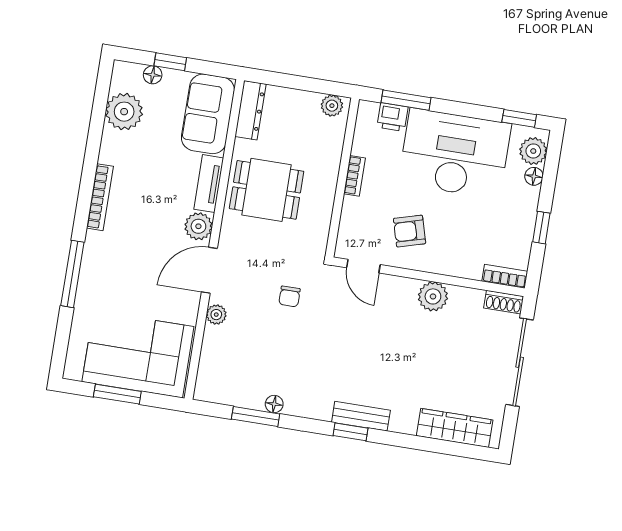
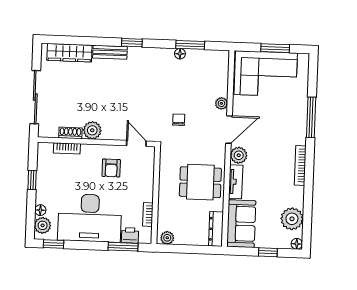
floor lamp: (153, 75) -> (297, 244), moved
bookcase: (354, 176) -> (148, 214), moved
armchair: (410, 231) -> (111, 168), turned 106
bookcase: (505, 276) -> (67, 148), moved
shoe rack: (504, 302) -> (70, 133), moved
bench: (361, 416) -> (110, 52), moved

